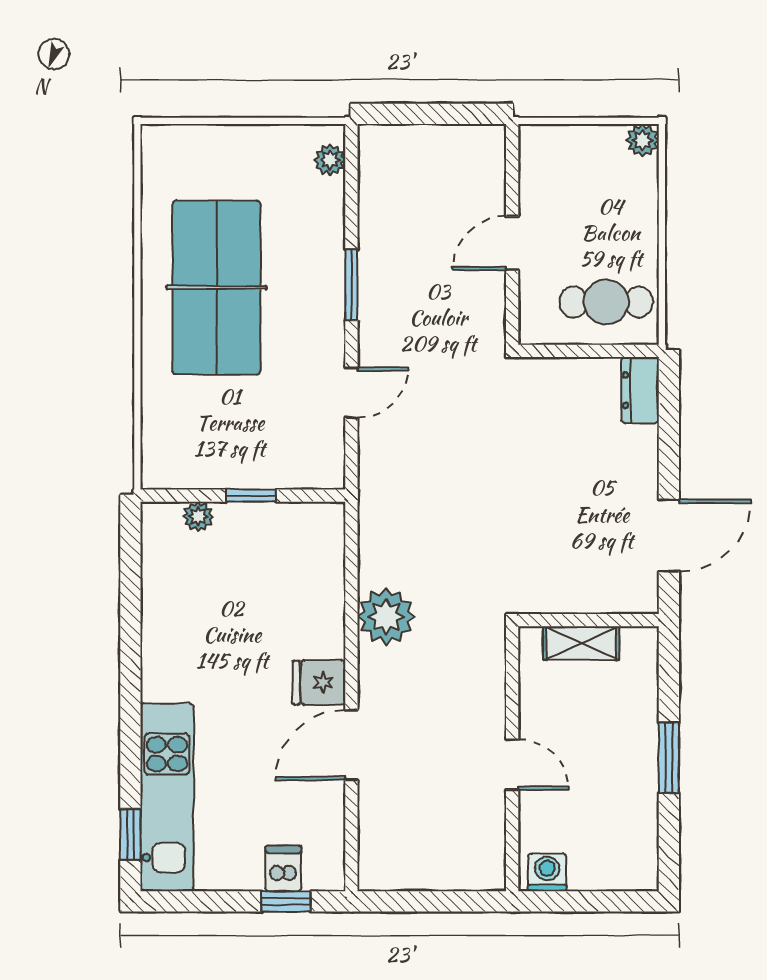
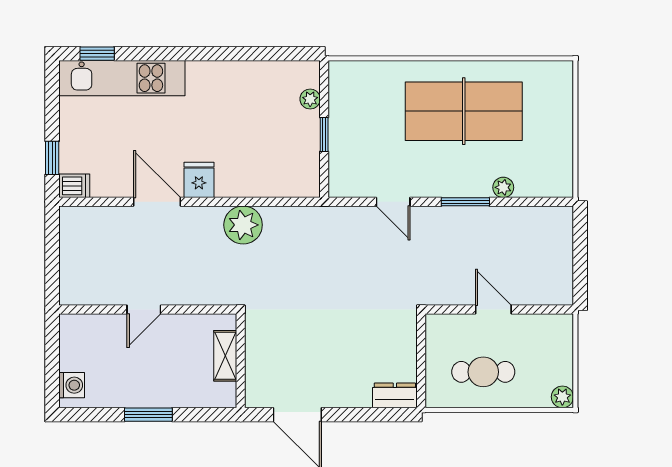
plant: (330, 160) -> (503, 187), moved
cafe table: (606, 302) -> (483, 372), moved, turned 90
dishwasher: (283, 868) -> (74, 186), moved
washing machine: (547, 872) -> (72, 385), moved

